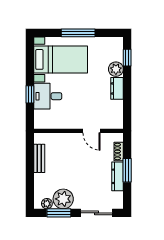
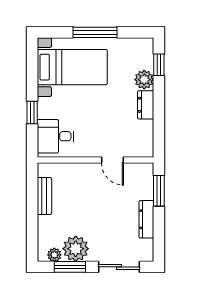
desk: (48, 96) -> (55, 136), moved
shoe rack: (119, 151) -> (148, 187), removed
window: (127, 170) -> (159, 191), moved

